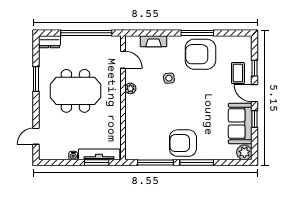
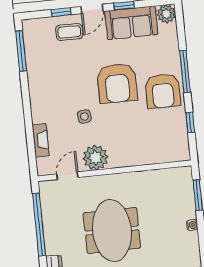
window: (197, 33) -> (21, 51), moved
armchair: (200, 54) -> (117, 83), moved
plant: (130, 88) -> (95, 158), width x1.88, depth x1.88
tv unit: (99, 154) -> (187, 193), removed
window: (155, 163) -> (190, 122), width x0.46

